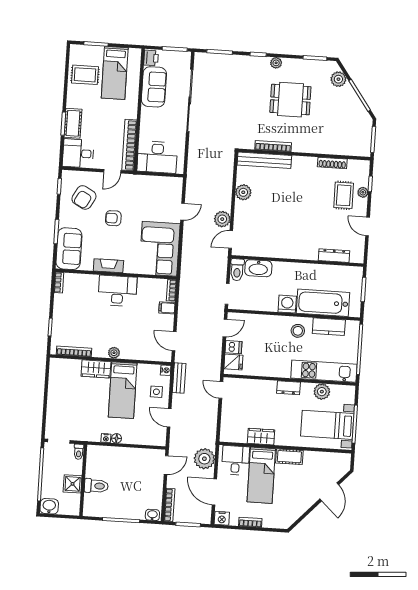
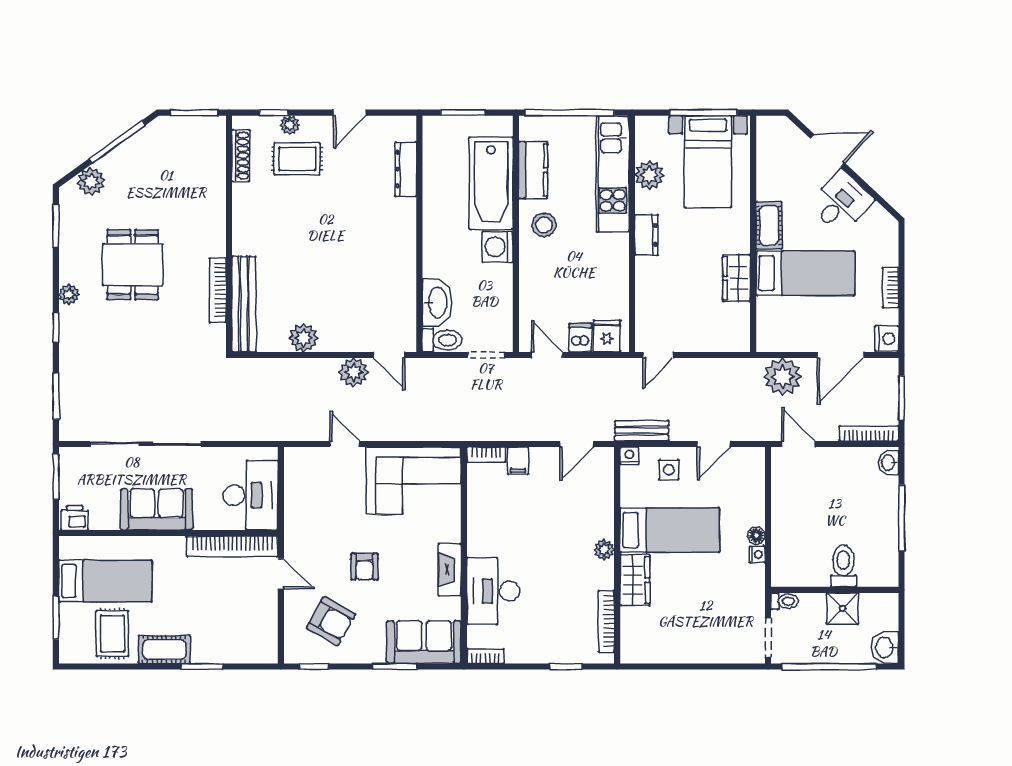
sofa: (154, 87) -> (156, 509), moved
cot: (73, 123) -> (164, 649), moved
desk: (78, 153) -> (253, 637), removed
shoe rack: (332, 163) -> (241, 156), moved
desk: (117, 291) -> (493, 591), moved
desk: (235, 460) -> (841, 202), moved, turned 133

